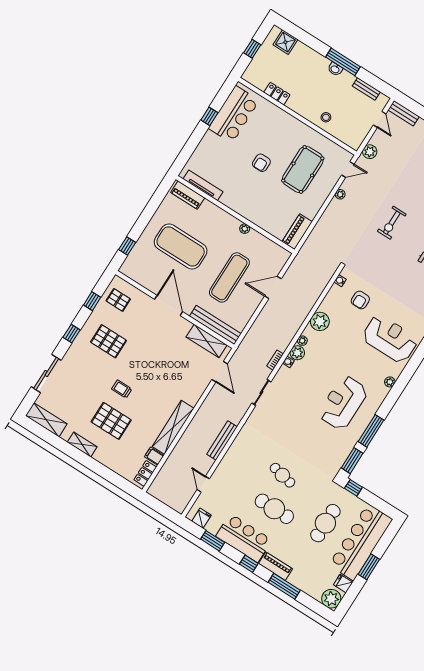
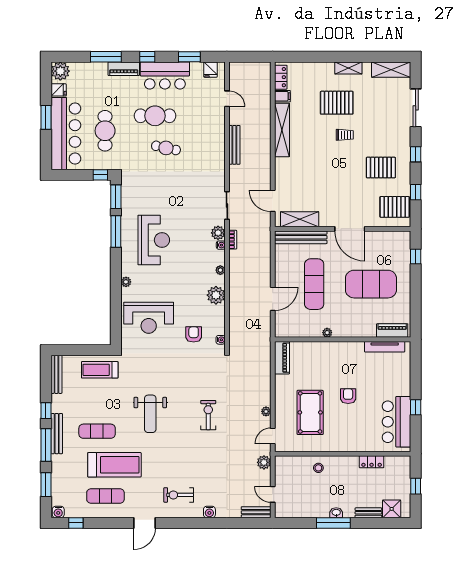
bench: (366, 89) -> (368, 513), moved
pallet: (118, 300) -> (395, 207), width x1.50, depth x1.42
plant: (297, 353) -> (218, 233), moved

